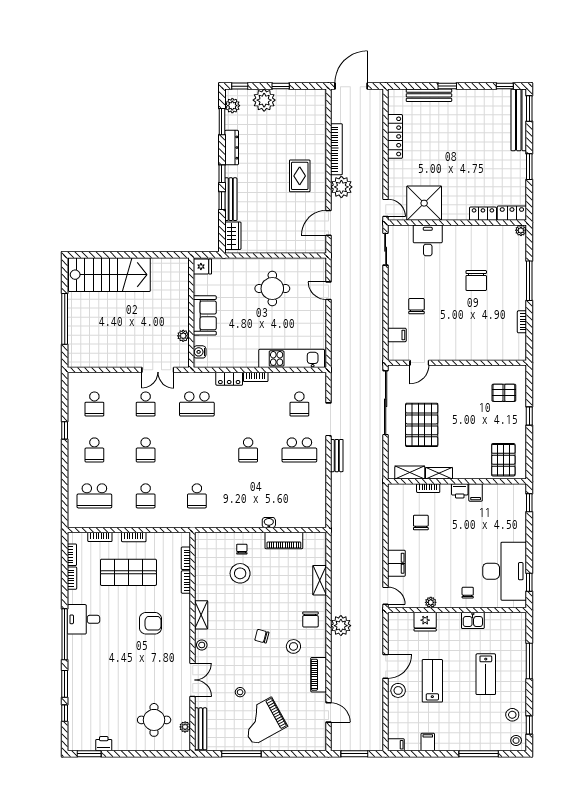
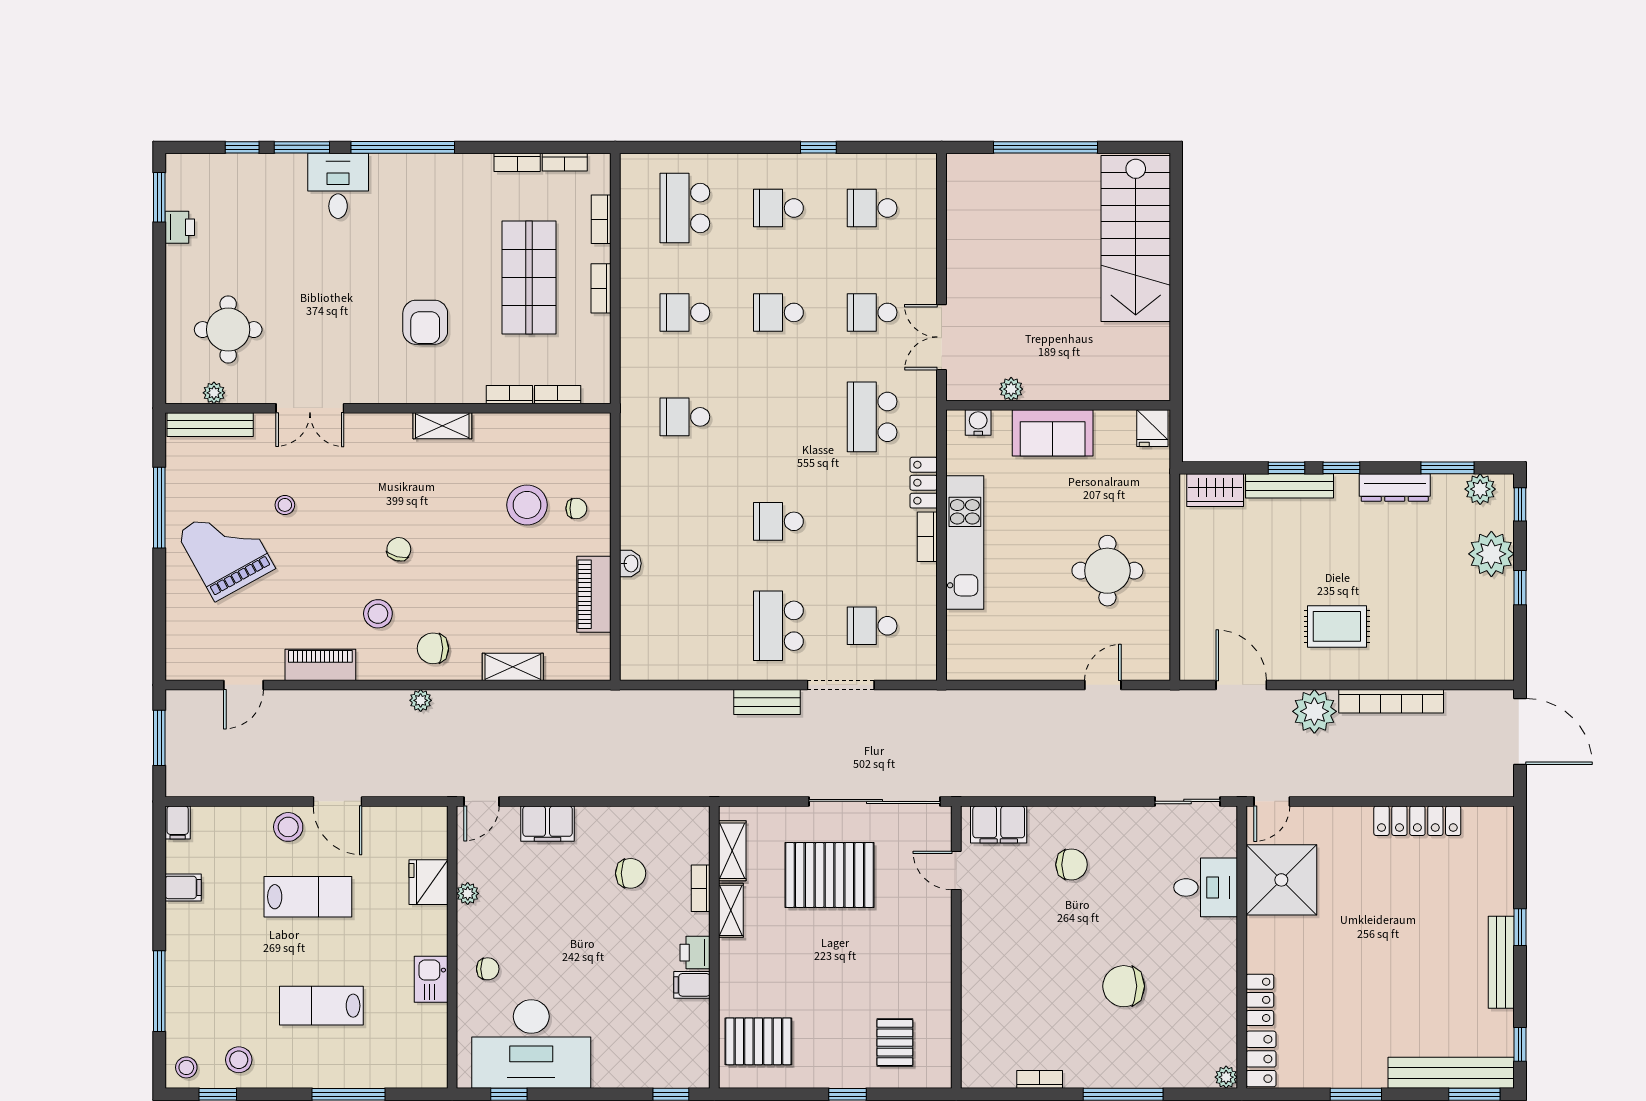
bench: (429, 95) -> (1501, 962), moved
filing cabinet: (397, 335) -> (999, 825), width x2.00
kitchen unit: (292, 358) -> (965, 543), moved
desk: (84, 619) -> (338, 186), moved
plant: (341, 626) -> (421, 700), width x0.53, depth x0.53
stool: (202, 645) -> (381, 427), removed

